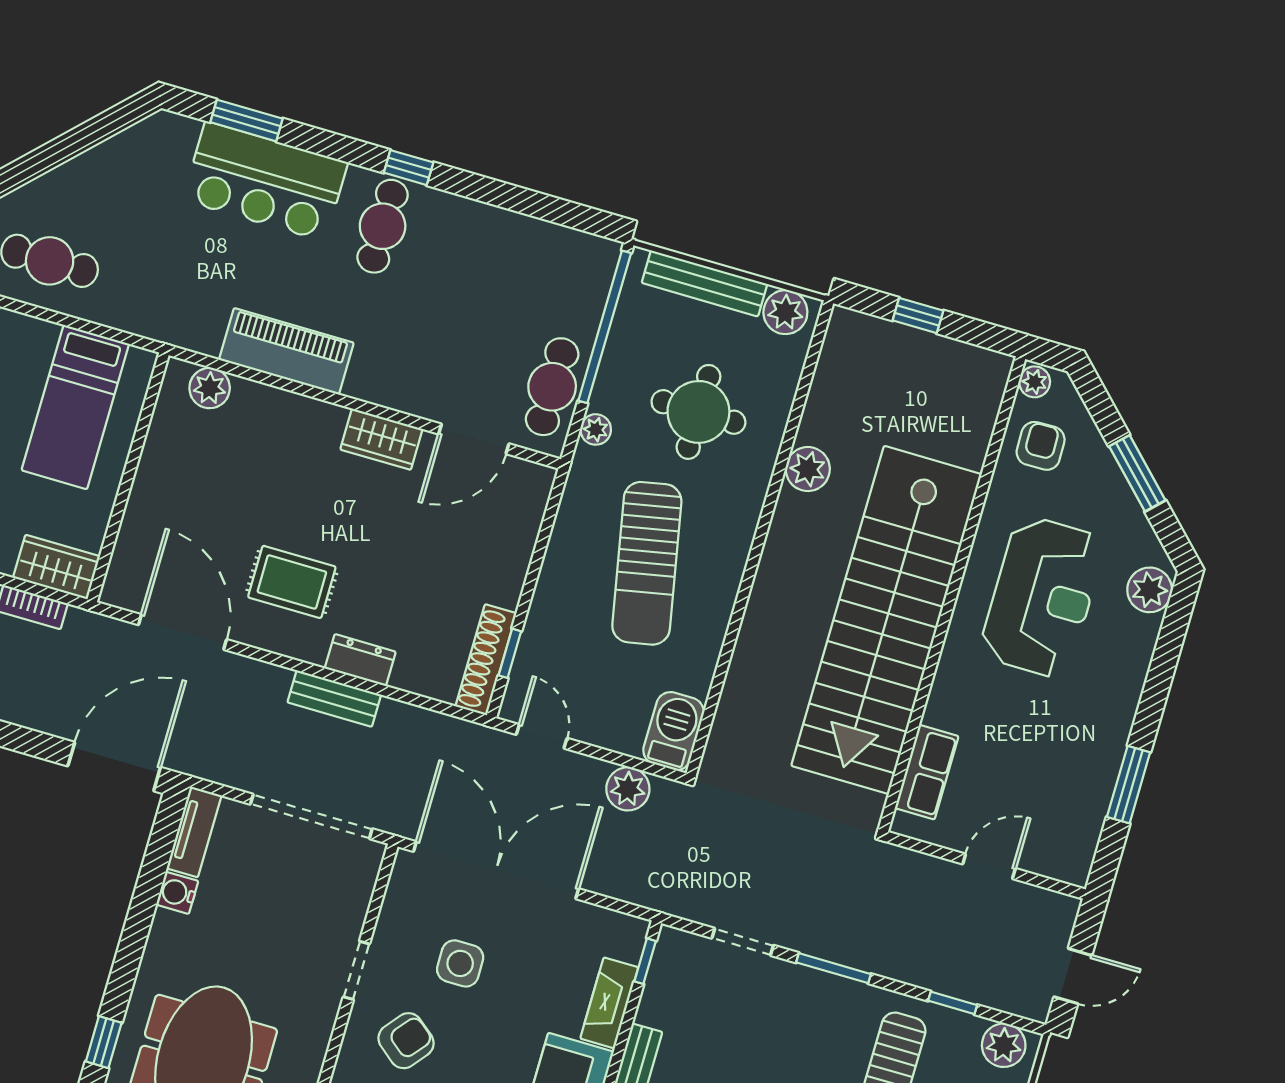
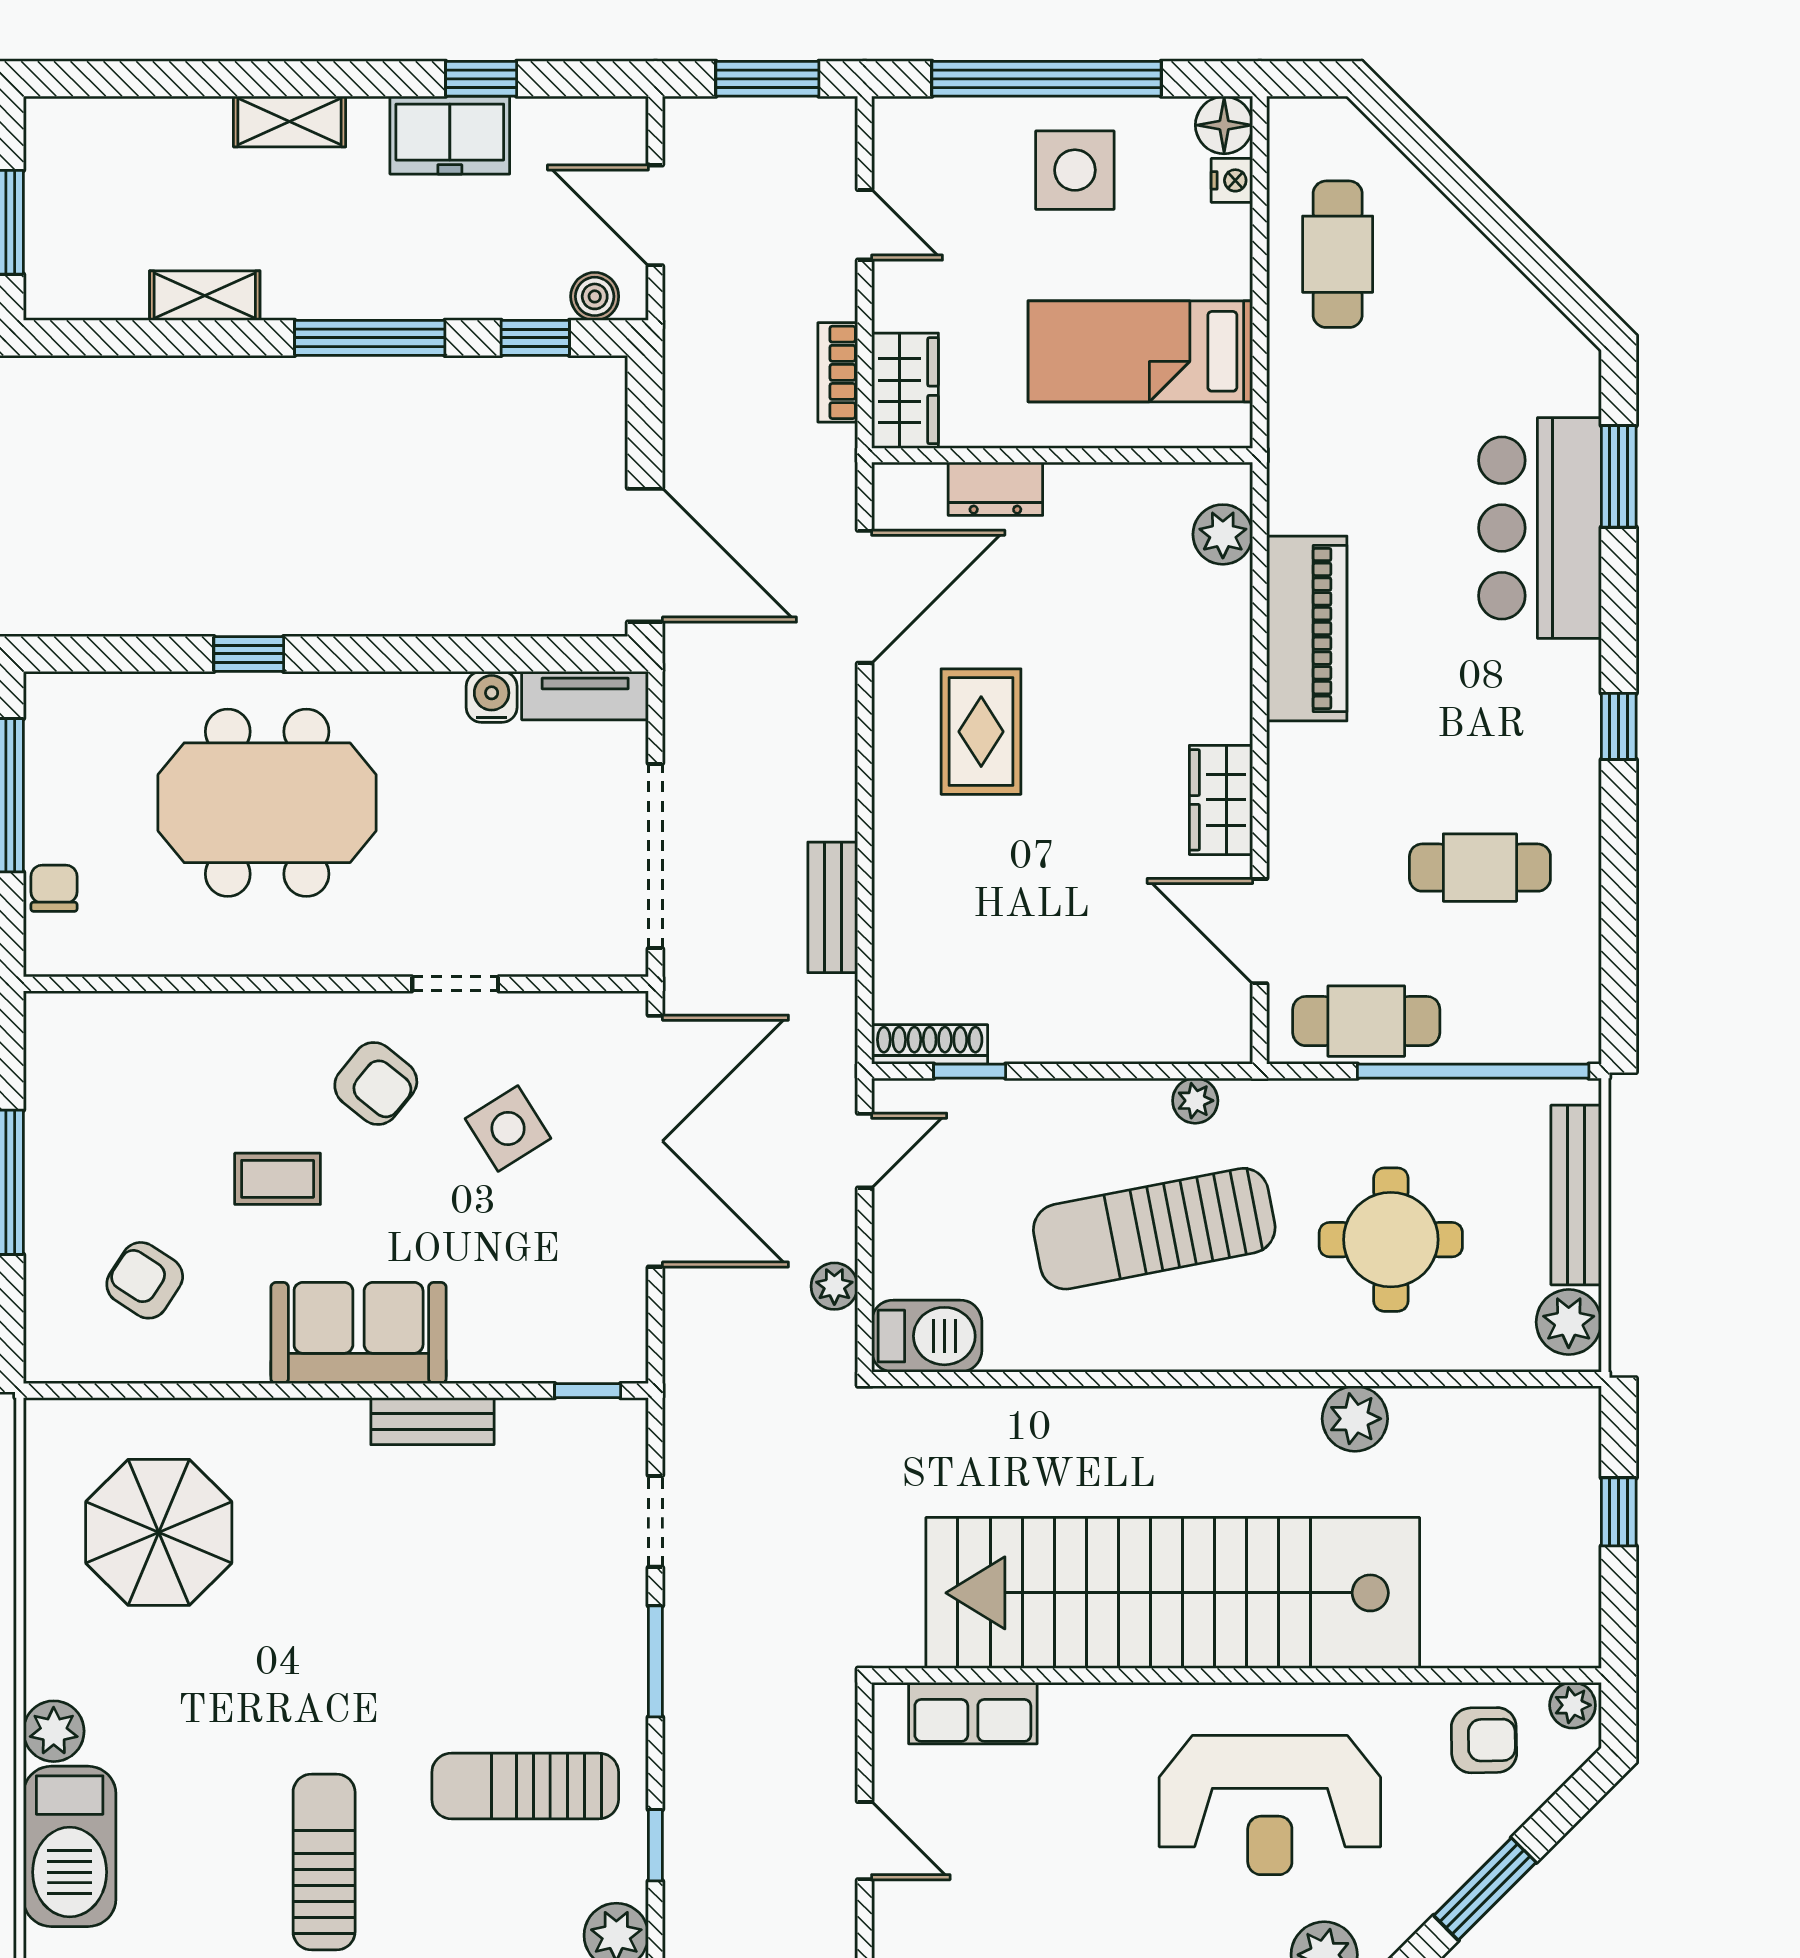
cafe table: (383, 226) -> (1480, 868), moved
plant: (596, 429) -> (1195, 1101), moved
dresser: (360, 660) -> (995, 489), moved, turned 90
shoe rack: (486, 660) -> (930, 1044), width x0.74, depth x0.81
bench: (334, 699) -> (833, 907), moved
plant: (628, 789) -> (834, 1286), width x0.73, depth x0.73
side table: (460, 963) -> (508, 1128), turned -32
fireplace: (609, 1003) -> (513, 1357), removed

